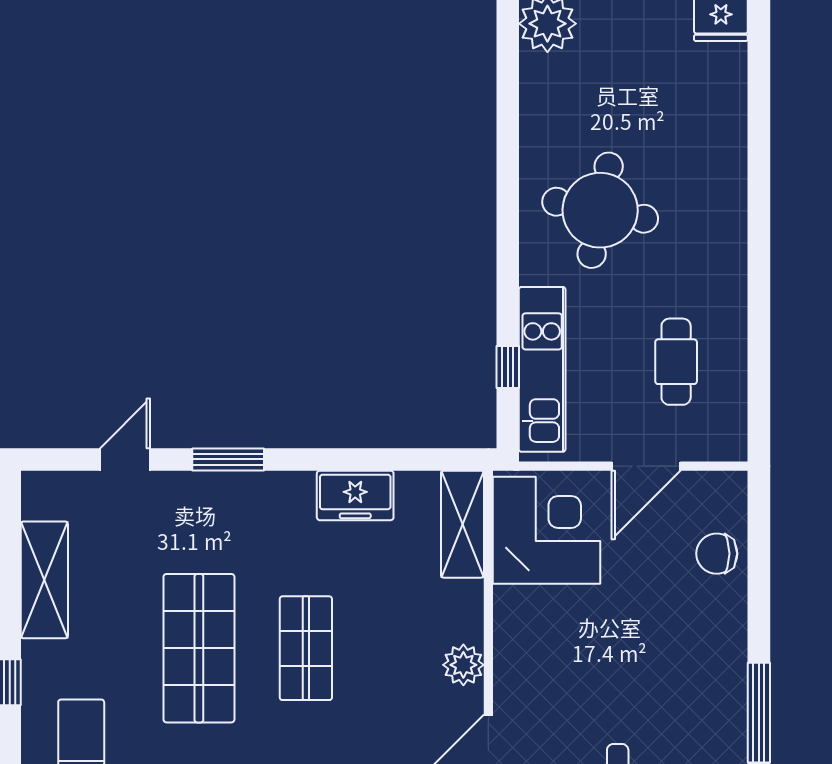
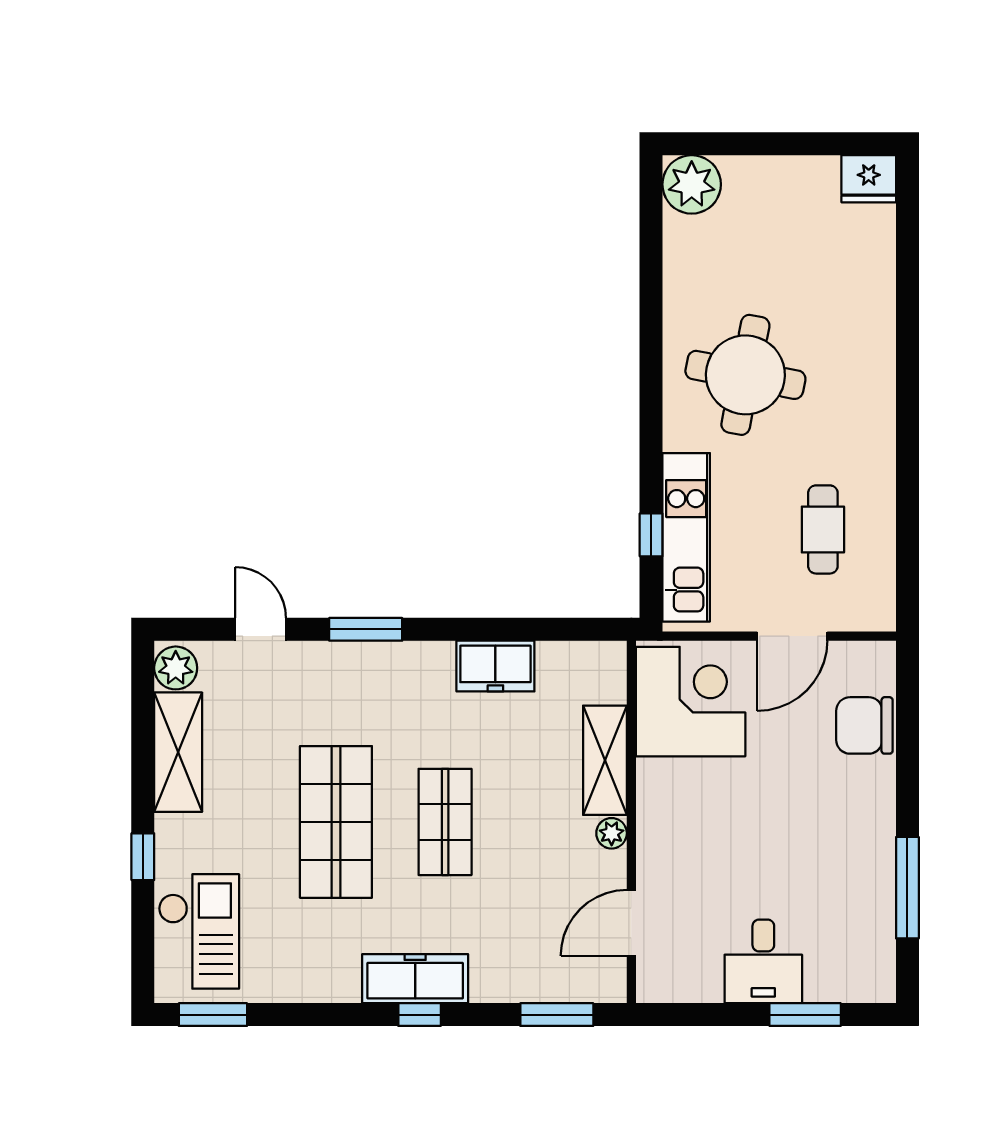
door: (125, 459) -> (261, 629), hinge flipped
plant: (42, 497) -> (176, 668), added
shelving: (462, 524) -> (605, 760), moved
chair: (717, 554) -> (864, 725), width x1.37, depth x1.37
plant: (463, 665) -> (612, 833), width x0.73, depth x0.73

